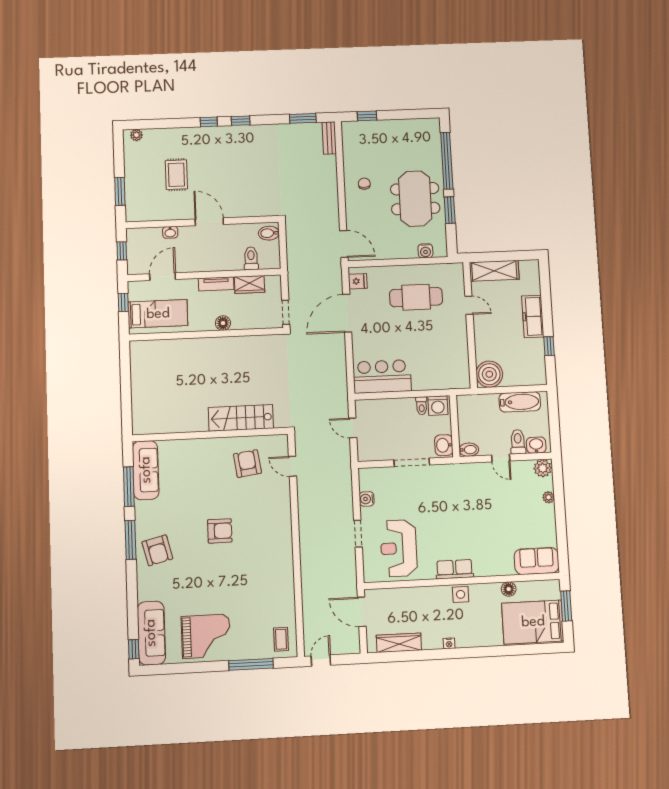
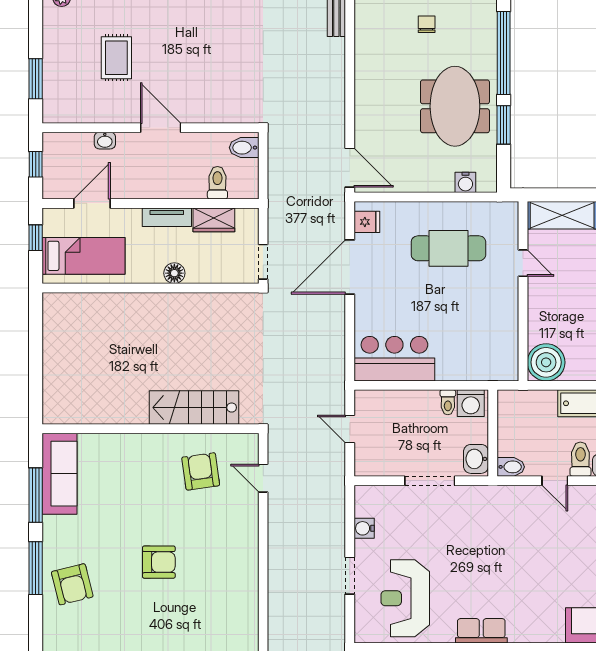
chair: (364, 184) -> (427, 24), moved

